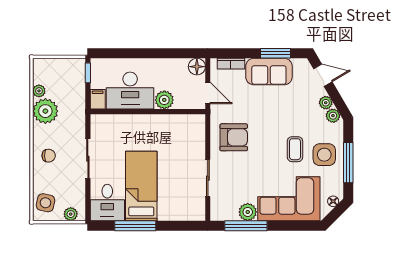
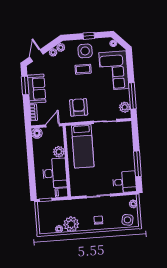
window: (348, 163) -> (89, 36), width x0.46
bed: (141, 186) -> (83, 146), moved, turned -90
plant: (248, 212) -> (125, 107), moved

